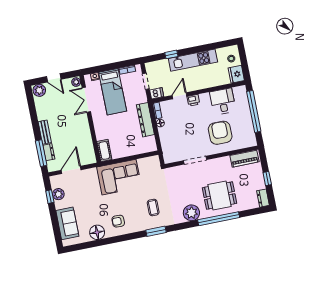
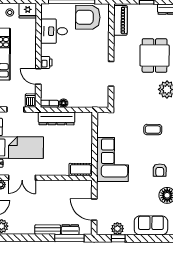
armchair: (220, 133) -> (88, 17), moved

